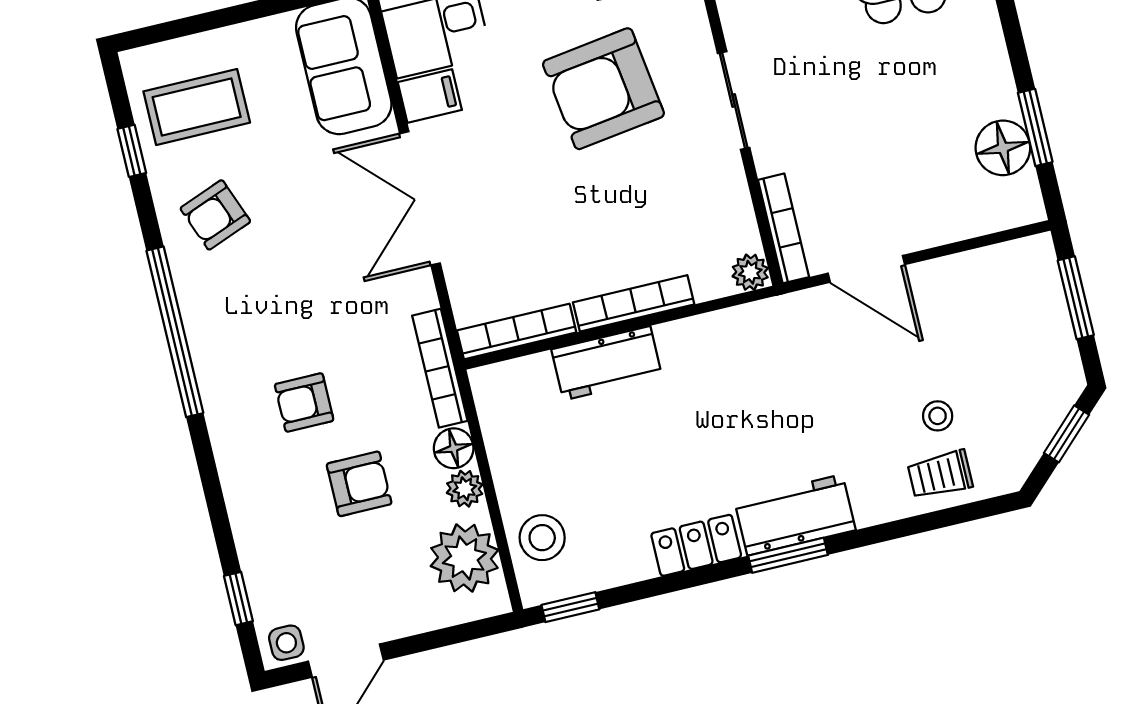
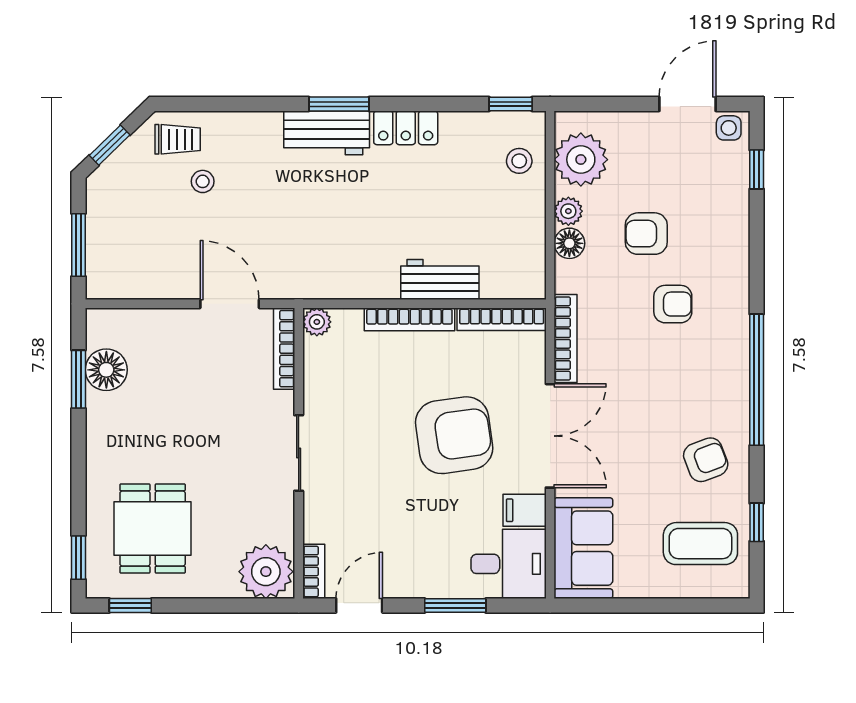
armchair: (603, 89) -> (454, 435), moved
bookcase: (440, 368) -> (566, 338), moved
trolley: (940, 475) -> (178, 139), moved
stool: (542, 538) -> (519, 161), width x0.73, depth x0.73

